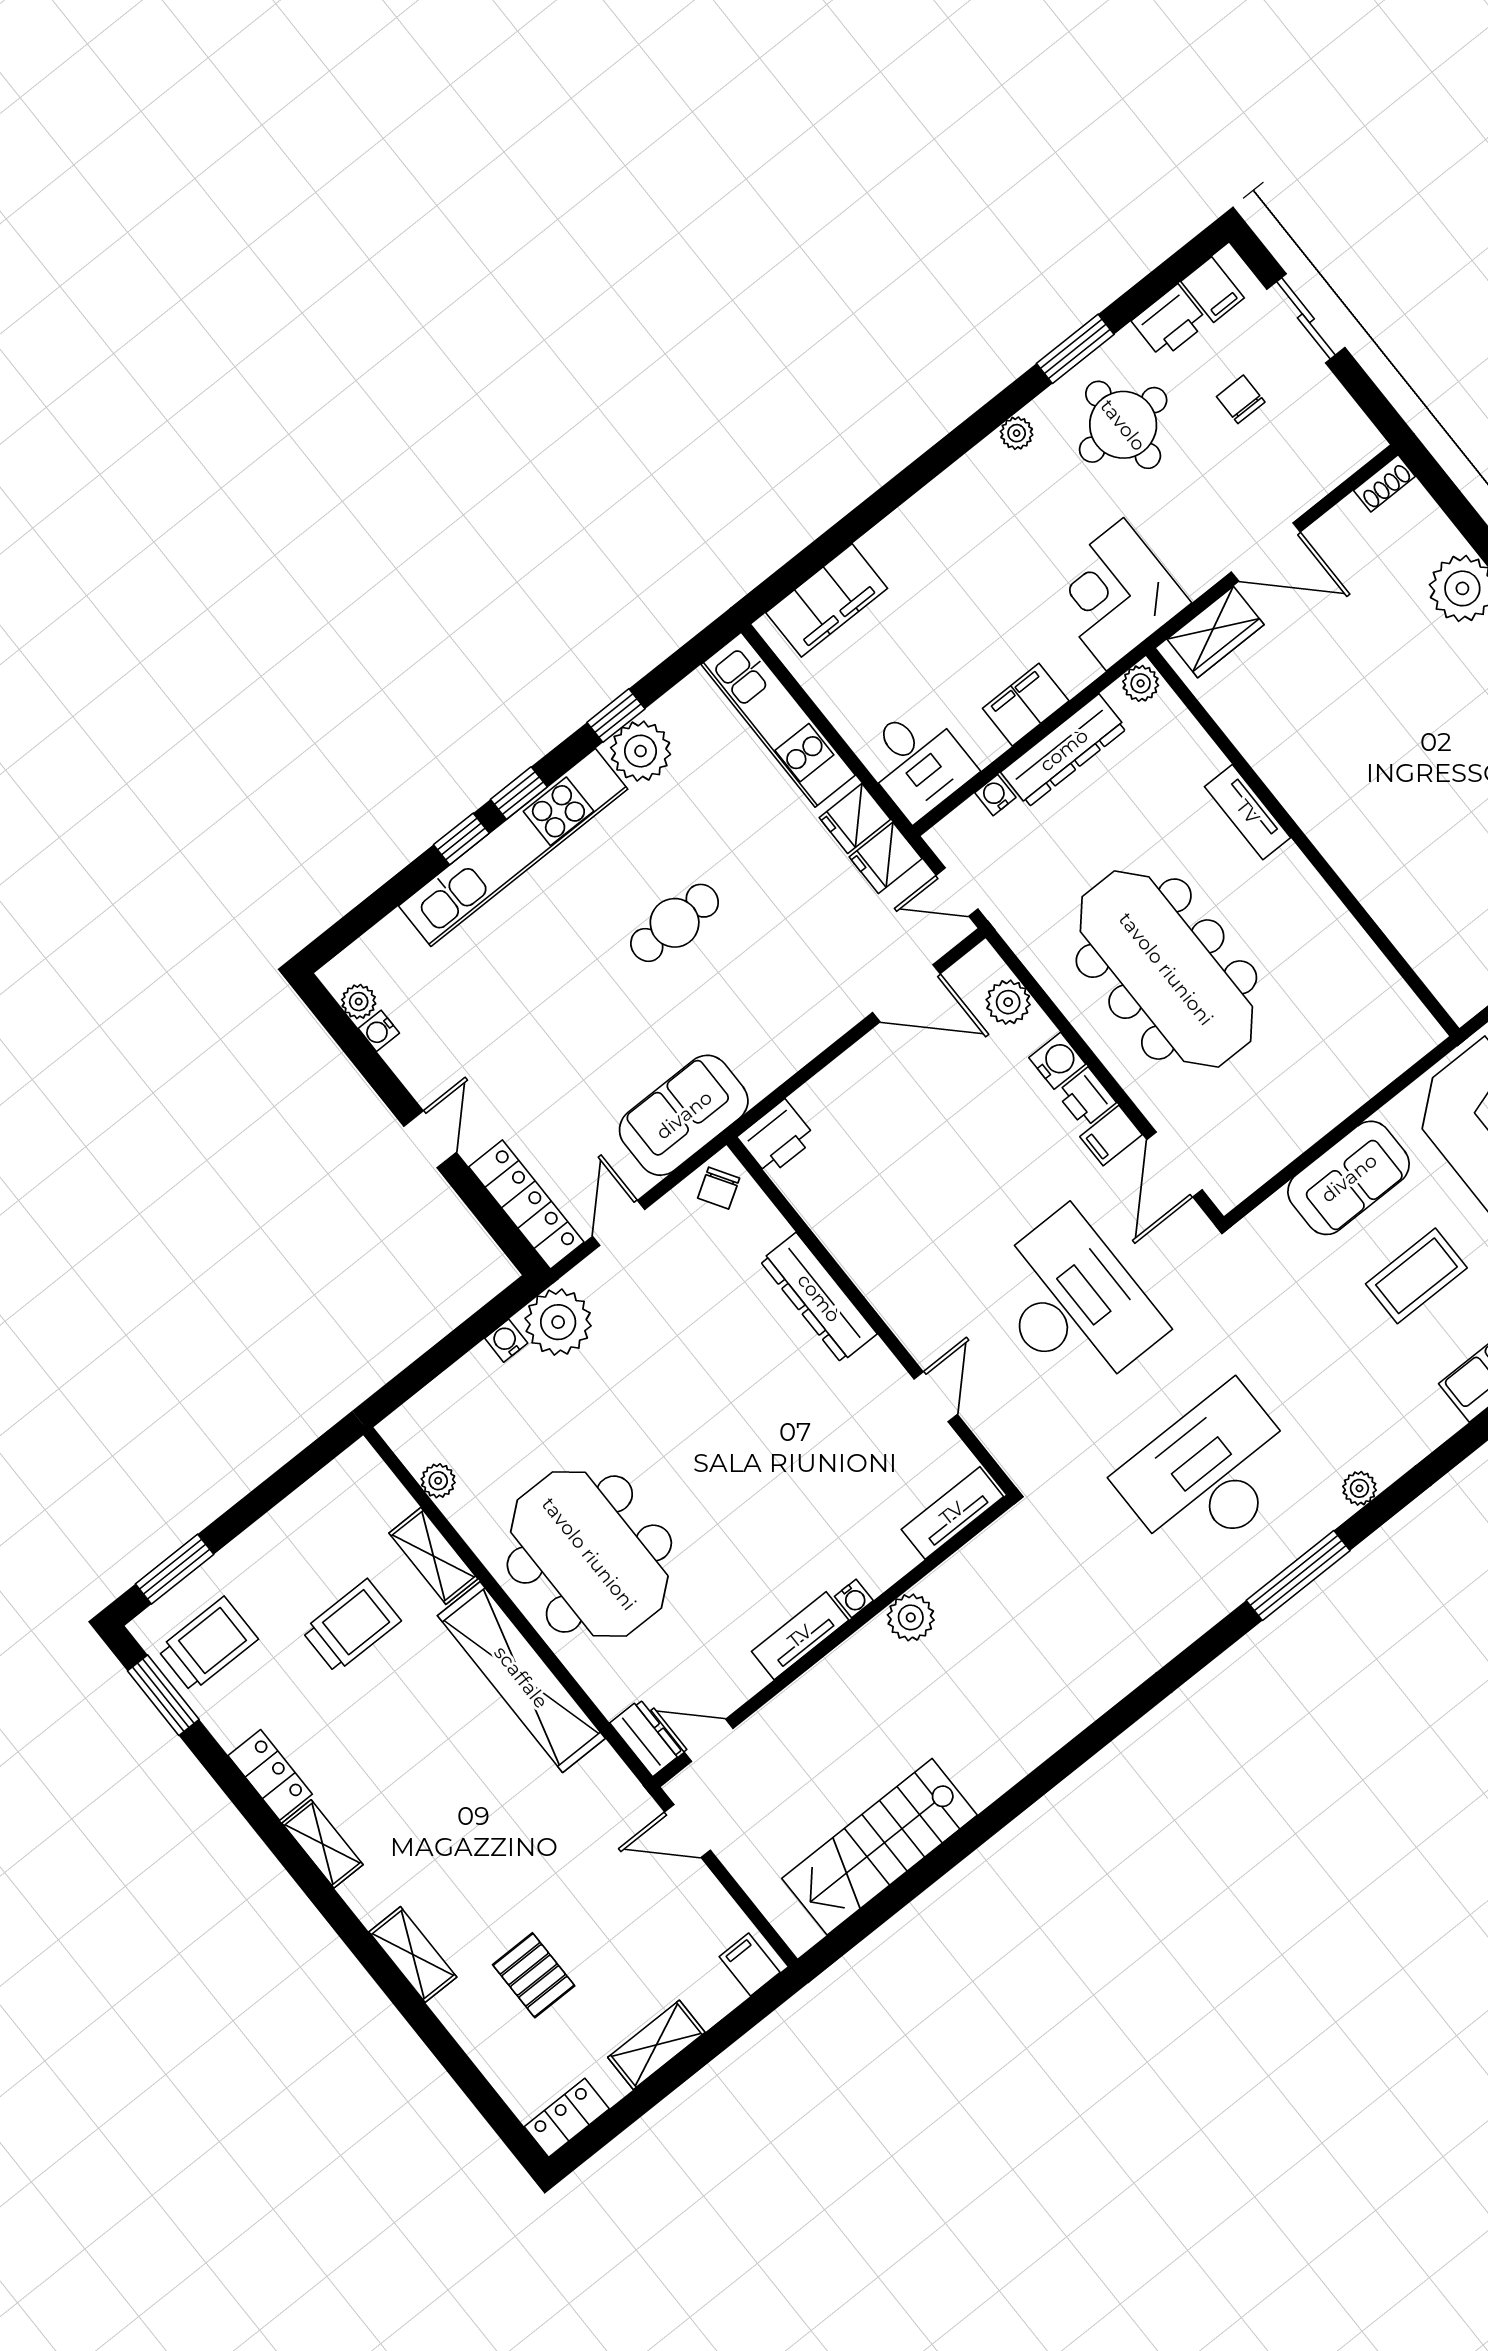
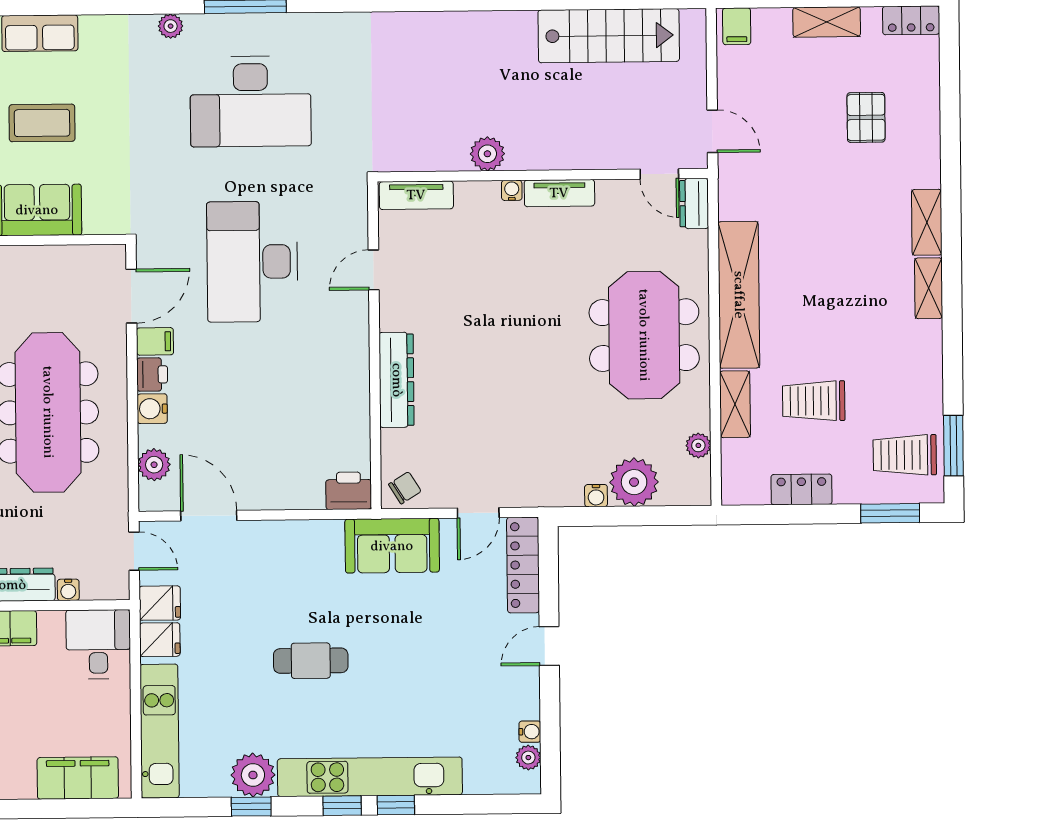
plant: (558, 1322) -> (634, 482), moved
locker: (270, 1775) -> (801, 489), moved, turned 90
shelving: (413, 1954) -> (927, 222), moved

